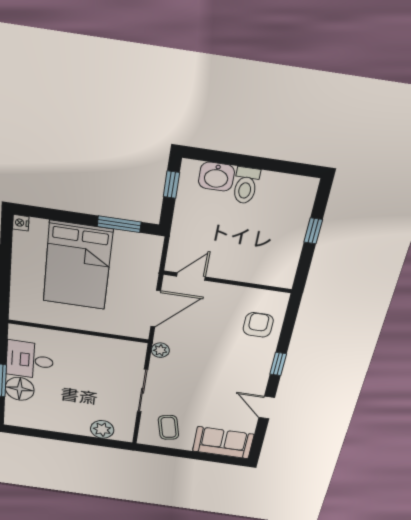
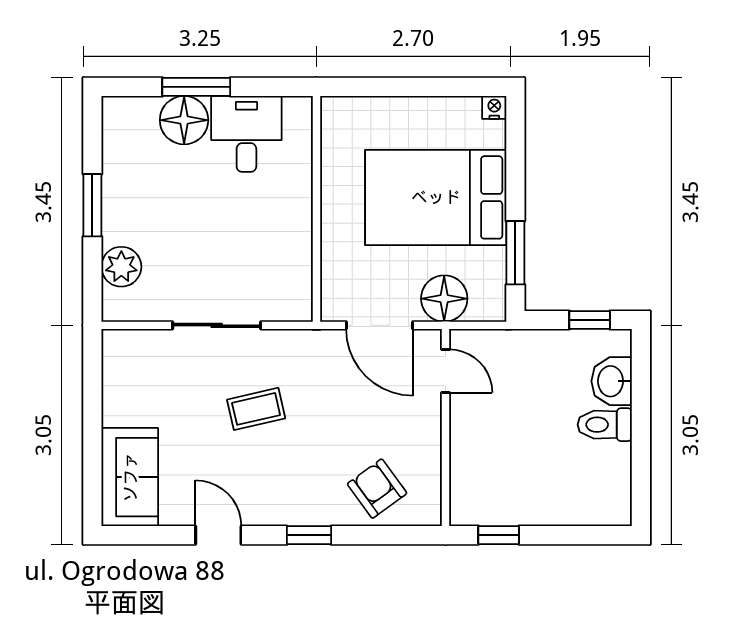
window: (313, 231) -> (499, 535), moved
floor lamp: (144, 270) -> (444, 299), added
armchair: (258, 325) -> (377, 489), turned -126
plant: (160, 350) -> (303, 343), removed
door: (267, 408) -> (218, 535), hinge flipped
coffee table: (168, 427) -> (256, 409), moved
window: (66, 437) -> (92, 205), added

